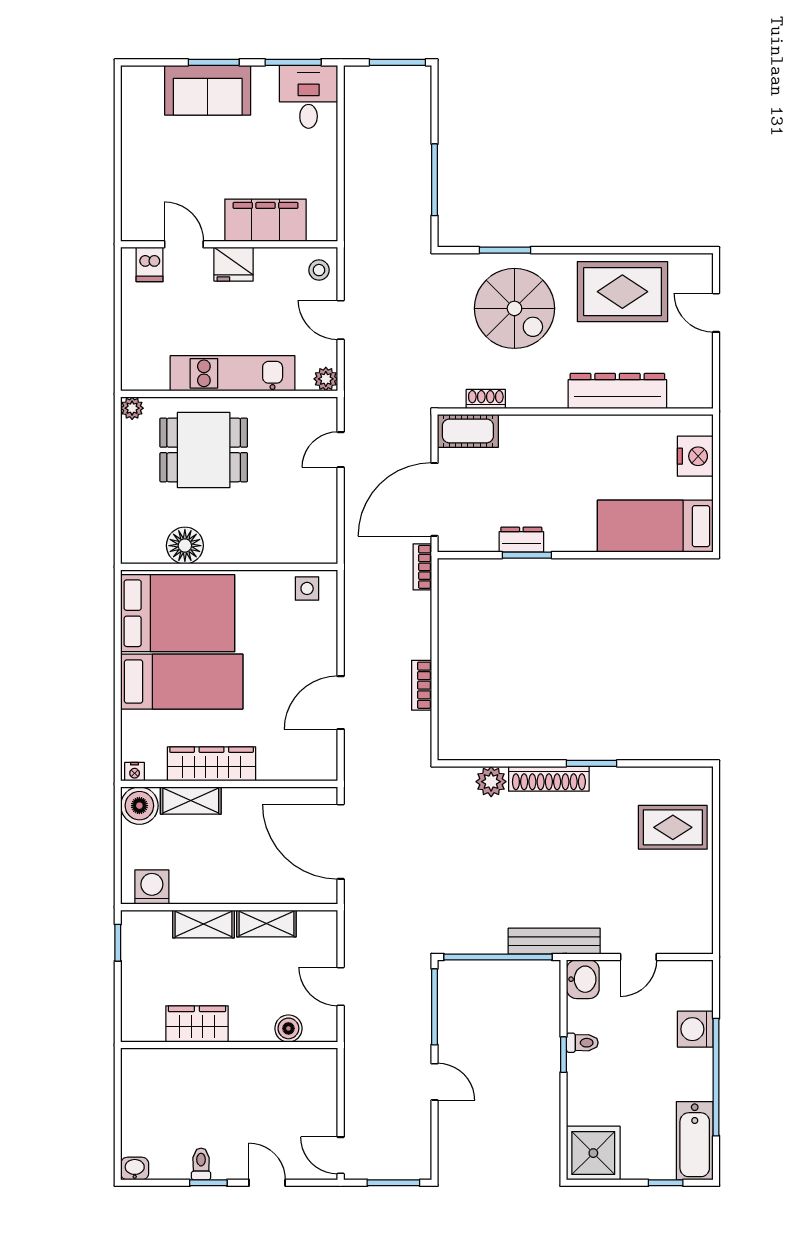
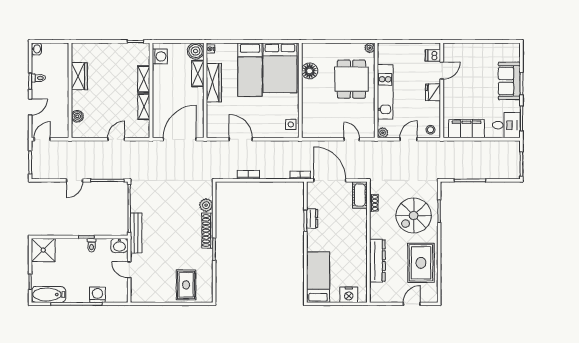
filing cabinet: (266, 220) -> (467, 129), moved, turned -90
wardrobe: (197, 1024) -> (79, 76), moved
boiler: (288, 1028) -> (77, 116), moved
wall: (229, 1045) -> (70, 90), moved

